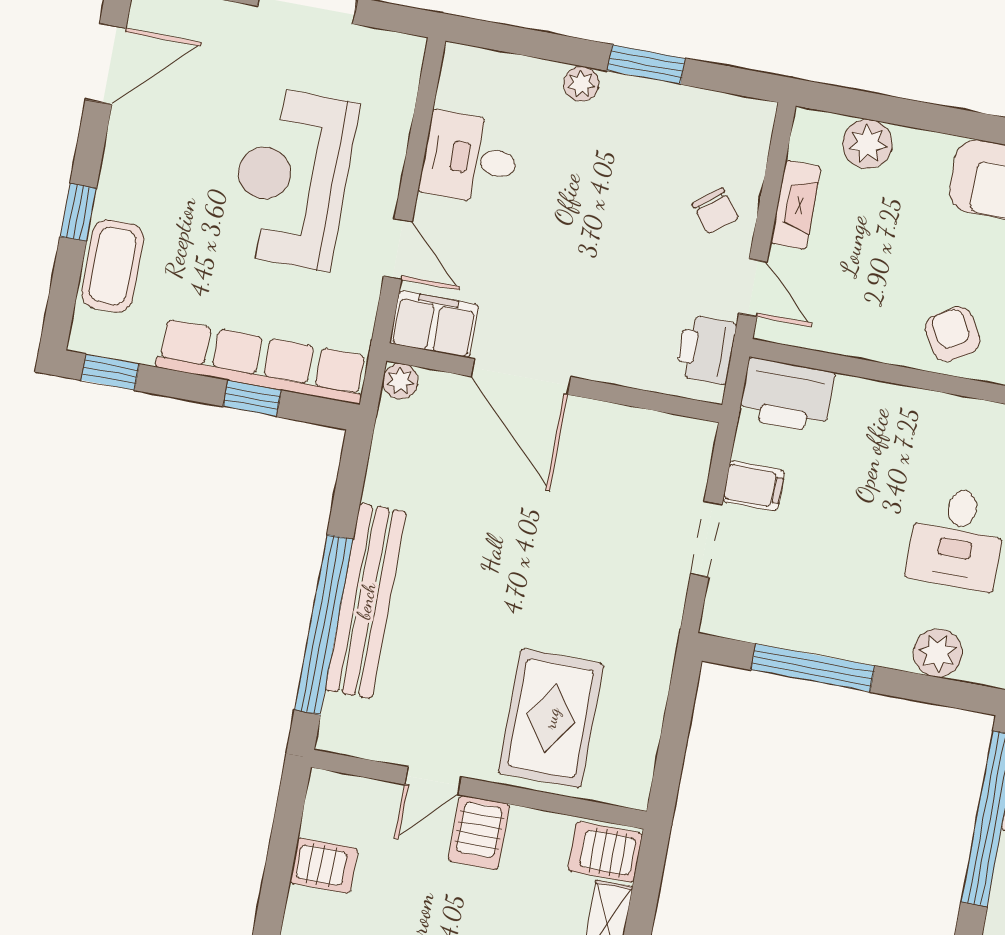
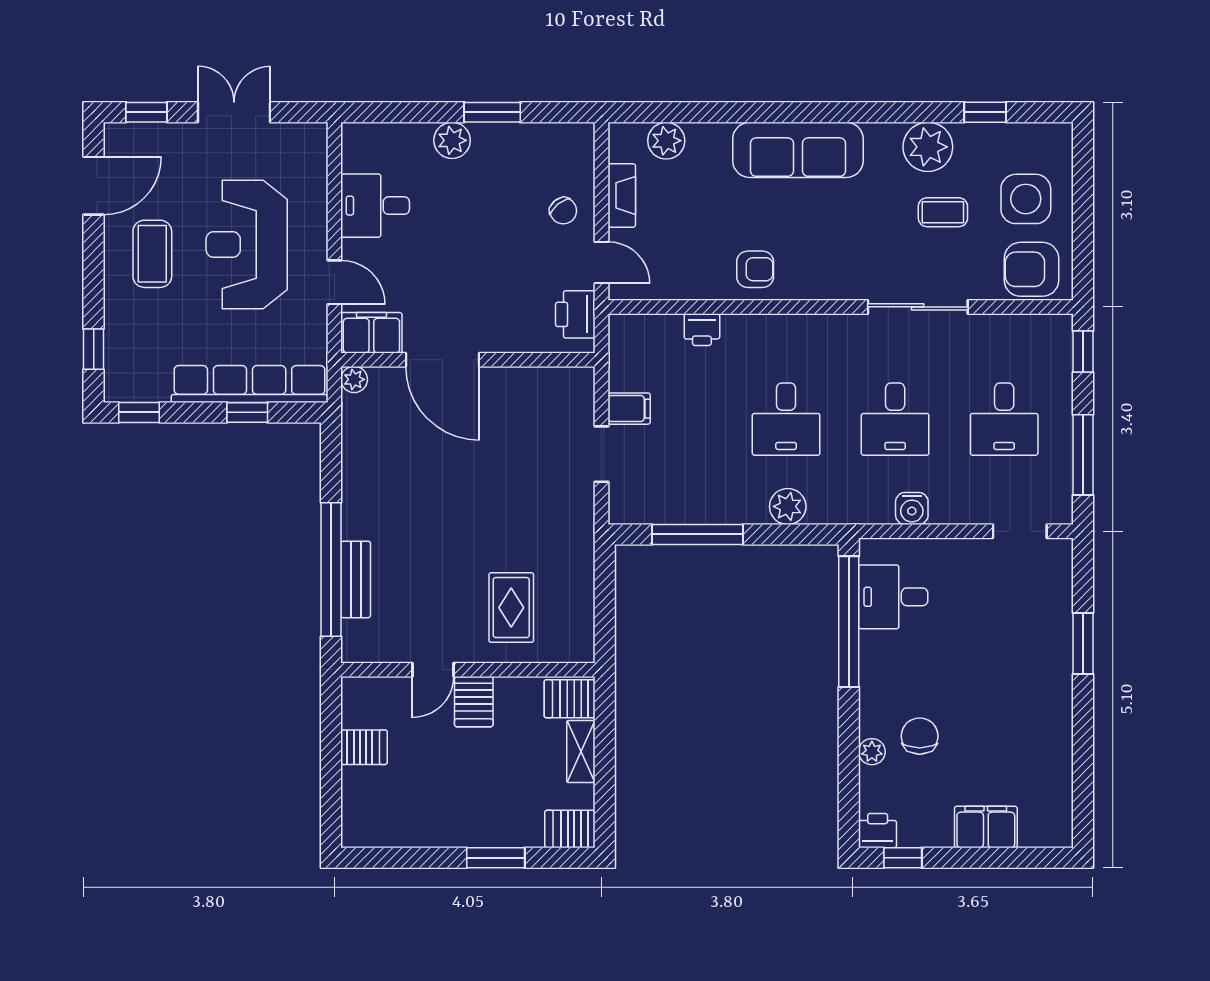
plant: (581, 84) -> (452, 140), width x1.38, depth x1.38
window: (78, 212) -> (94, 349), moved
coffee table: (113, 266) -> (152, 254), moved
armchair: (953, 334) -> (755, 269), turned 121
printer: (787, 395) -> (702, 330), moved, width x0.53, depth x0.68
bench: (366, 601) -> (356, 579), width x0.54, depth x0.82
rug: (551, 718) -> (511, 608), width x0.73, depth x0.70

